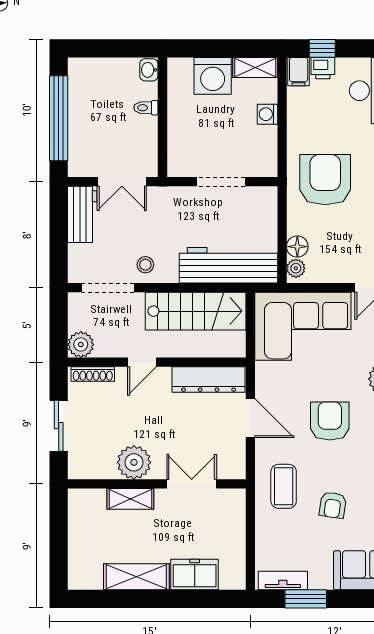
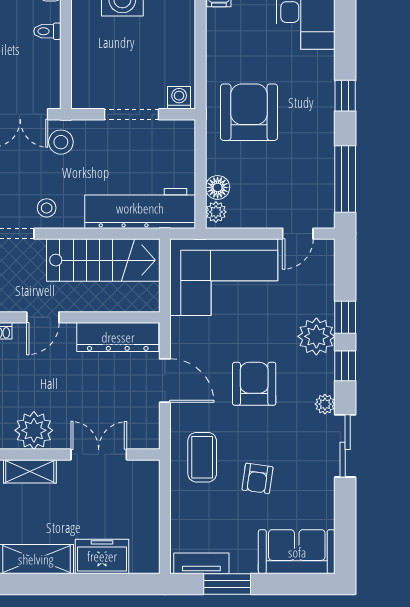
washing machine: (267, 114) -> (179, 98), moved, turned 90
stool: (158, 206) -> (61, 142), added

